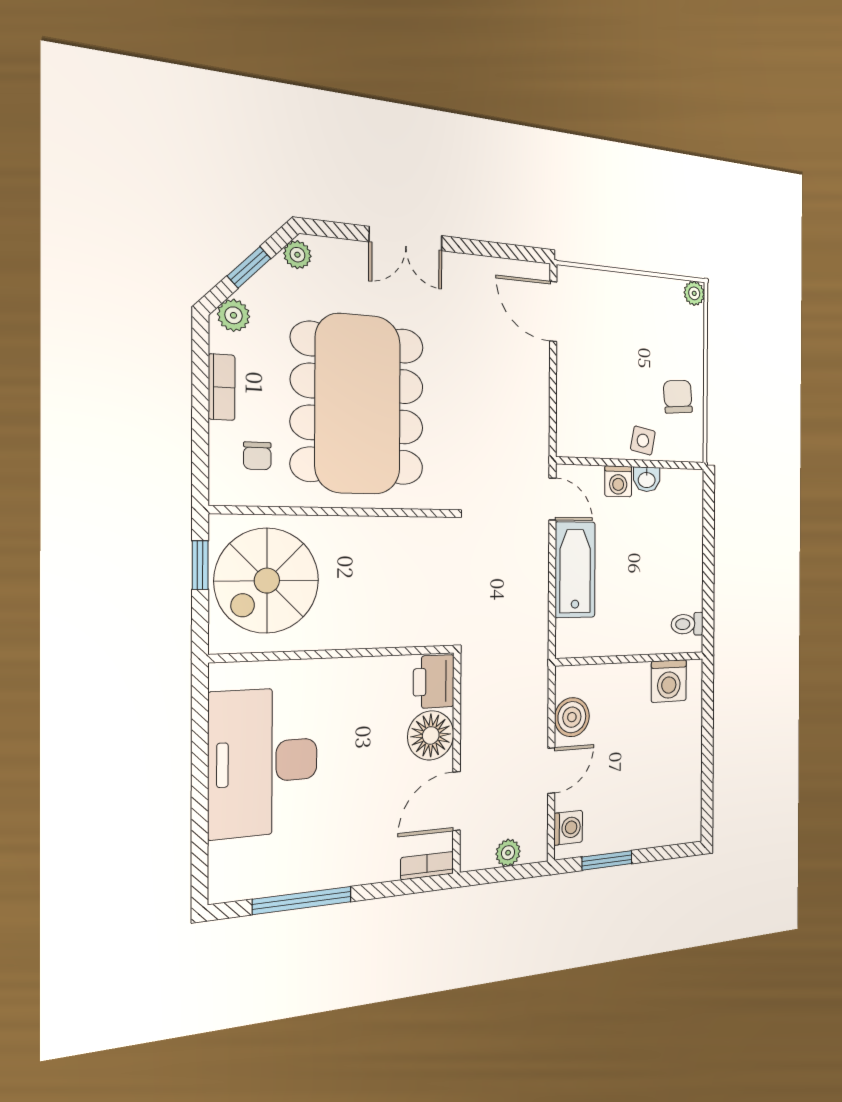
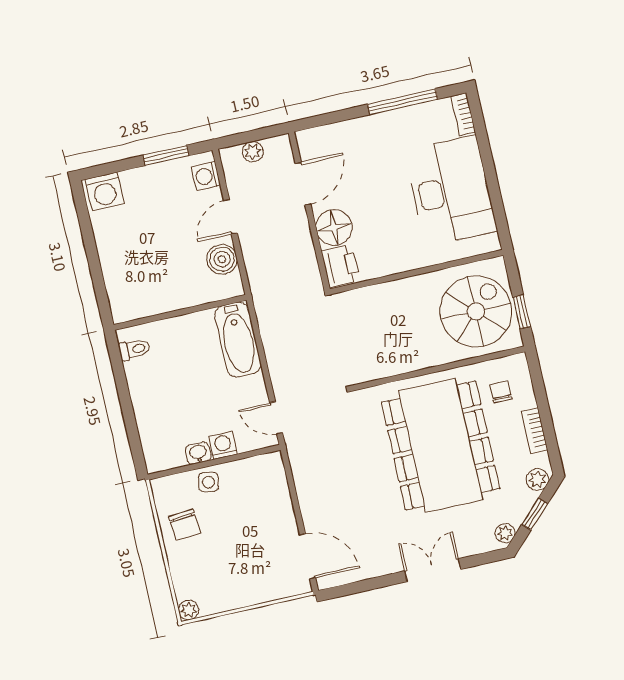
bathtub: (575, 570) -> (238, 340), moved
washing machine: (669, 681) -> (105, 192), moved, turned 180
bookcase: (427, 866) -> (463, 114), moved, turned 90

